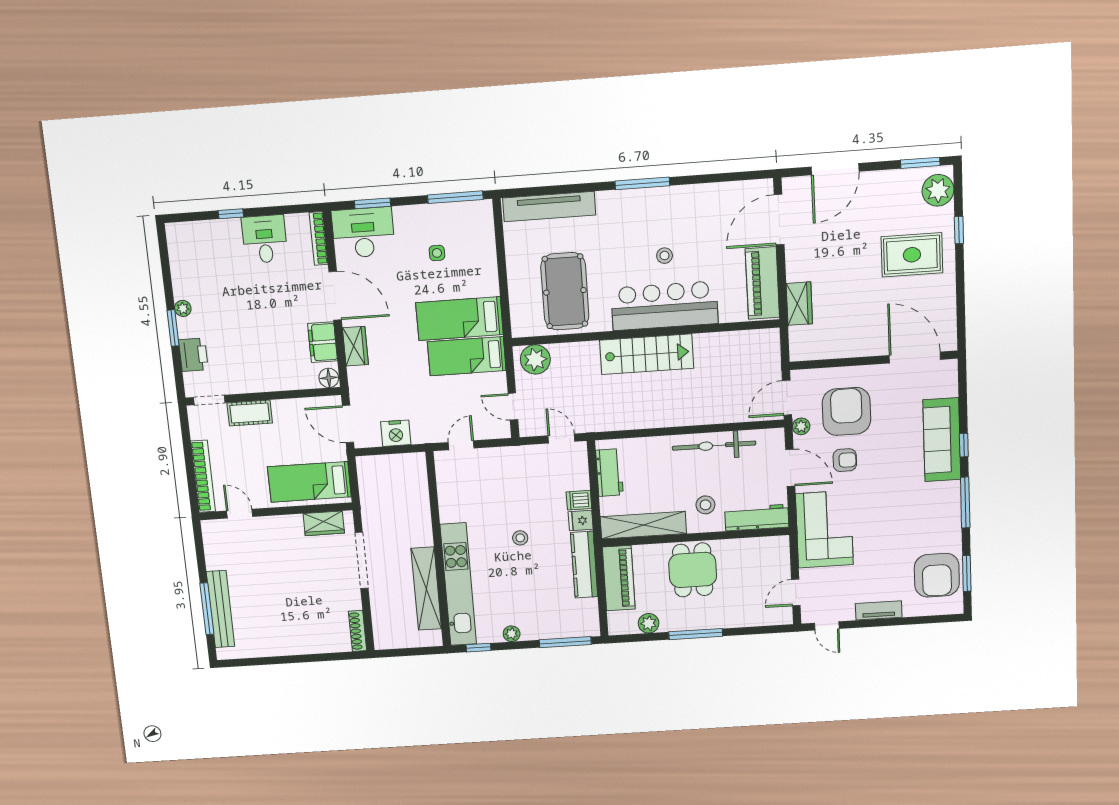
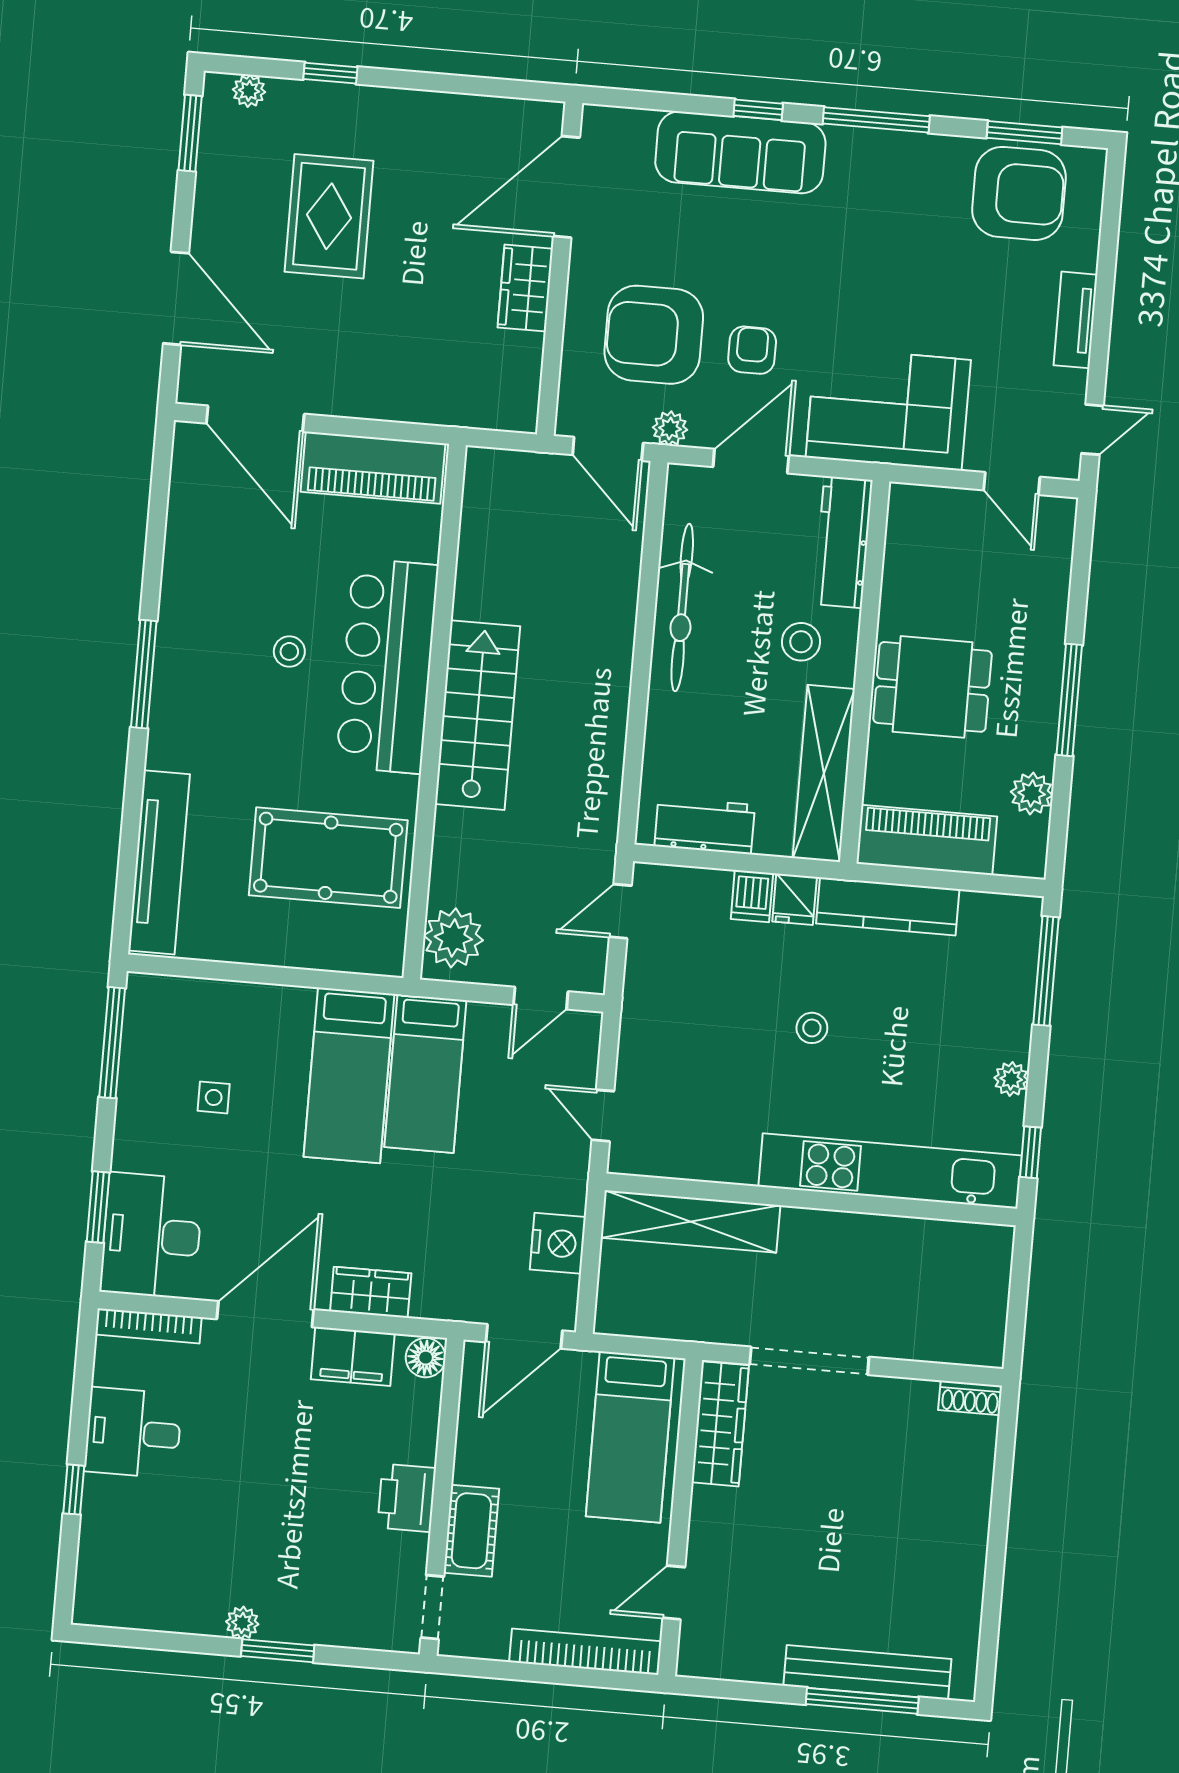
plant: (938, 190) -> (249, 91), width x0.53, depth x0.53
rug: (912, 255) -> (329, 216), moved
wardrobe: (799, 304) -> (525, 288), moved, turned -90
printer: (193, 355) -> (407, 1498), moved, turned -90
wardrobe: (324, 523) -> (720, 1424), width x1.50
shelving: (426, 589) -> (690, 1221), moved
shoe rack: (358, 631) -> (970, 1398), width x0.70

